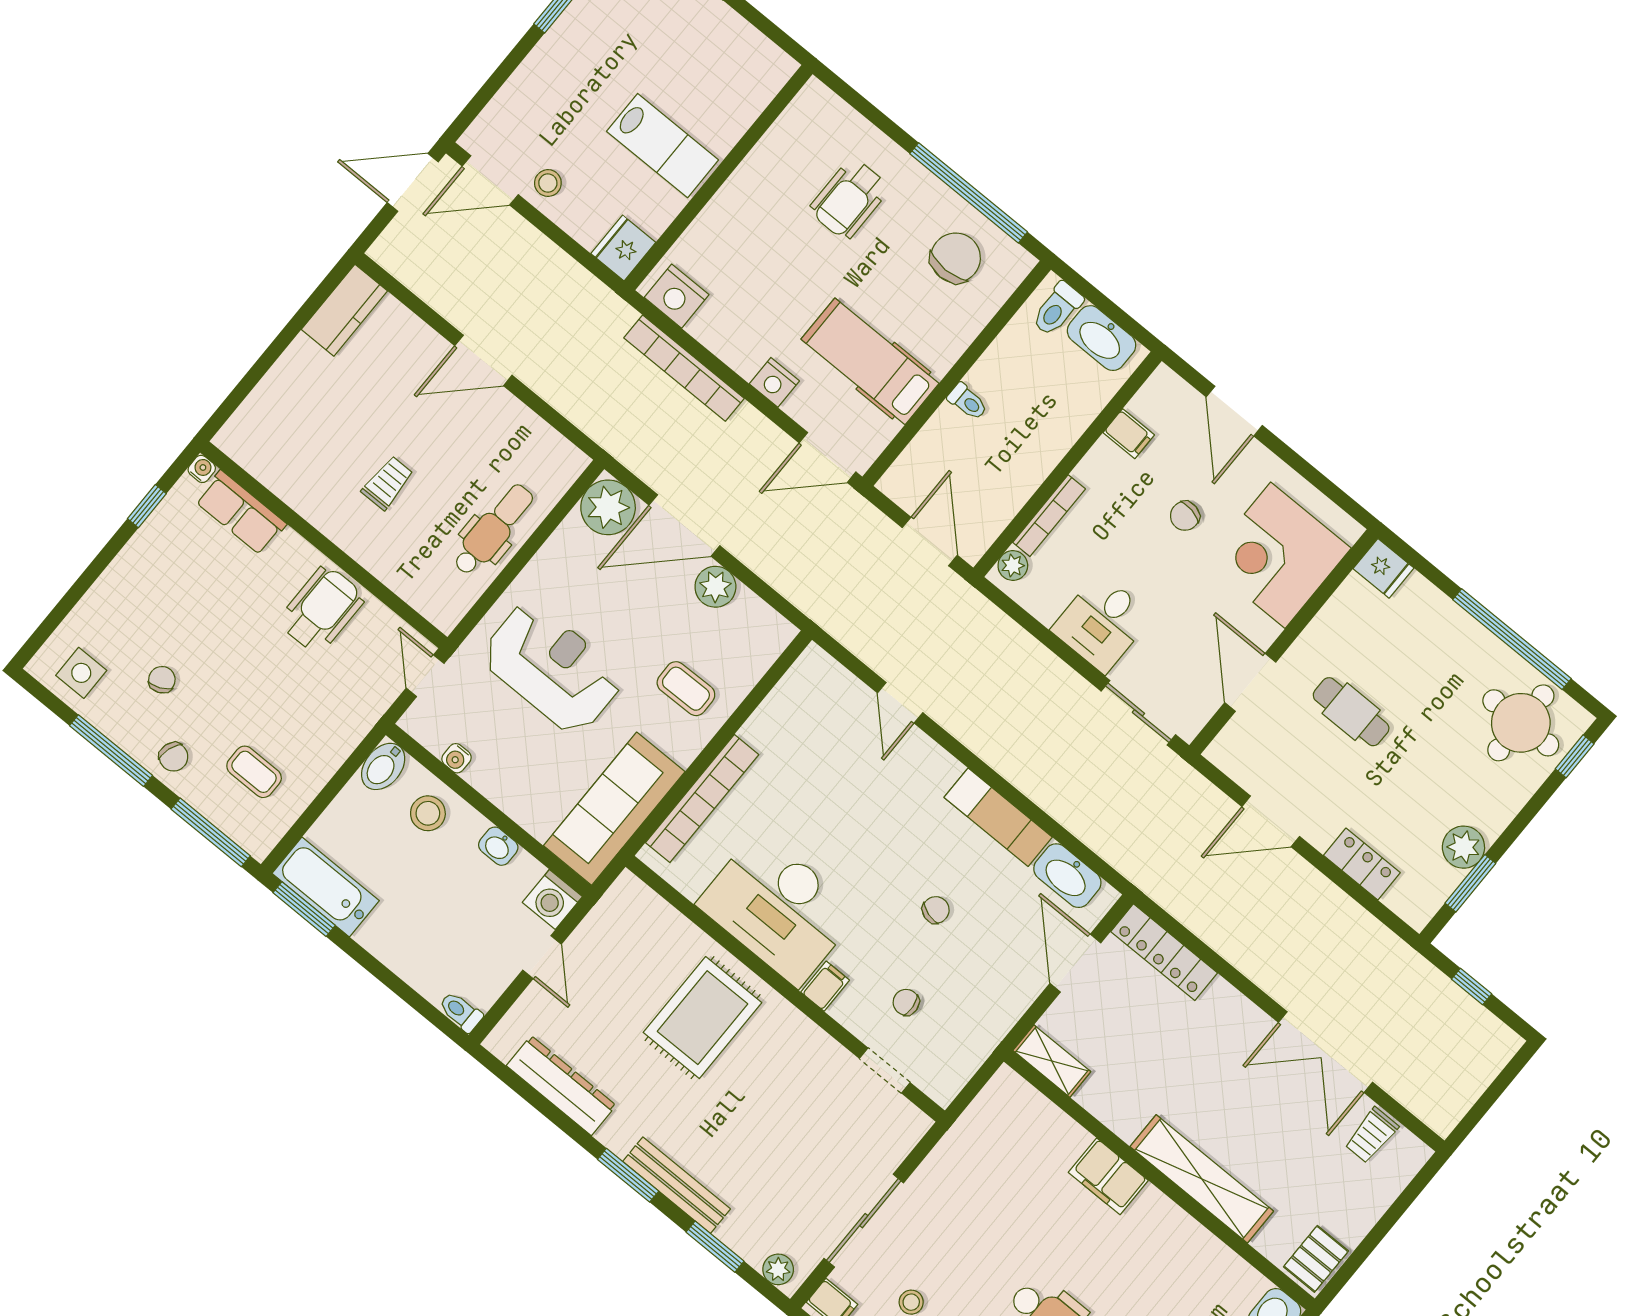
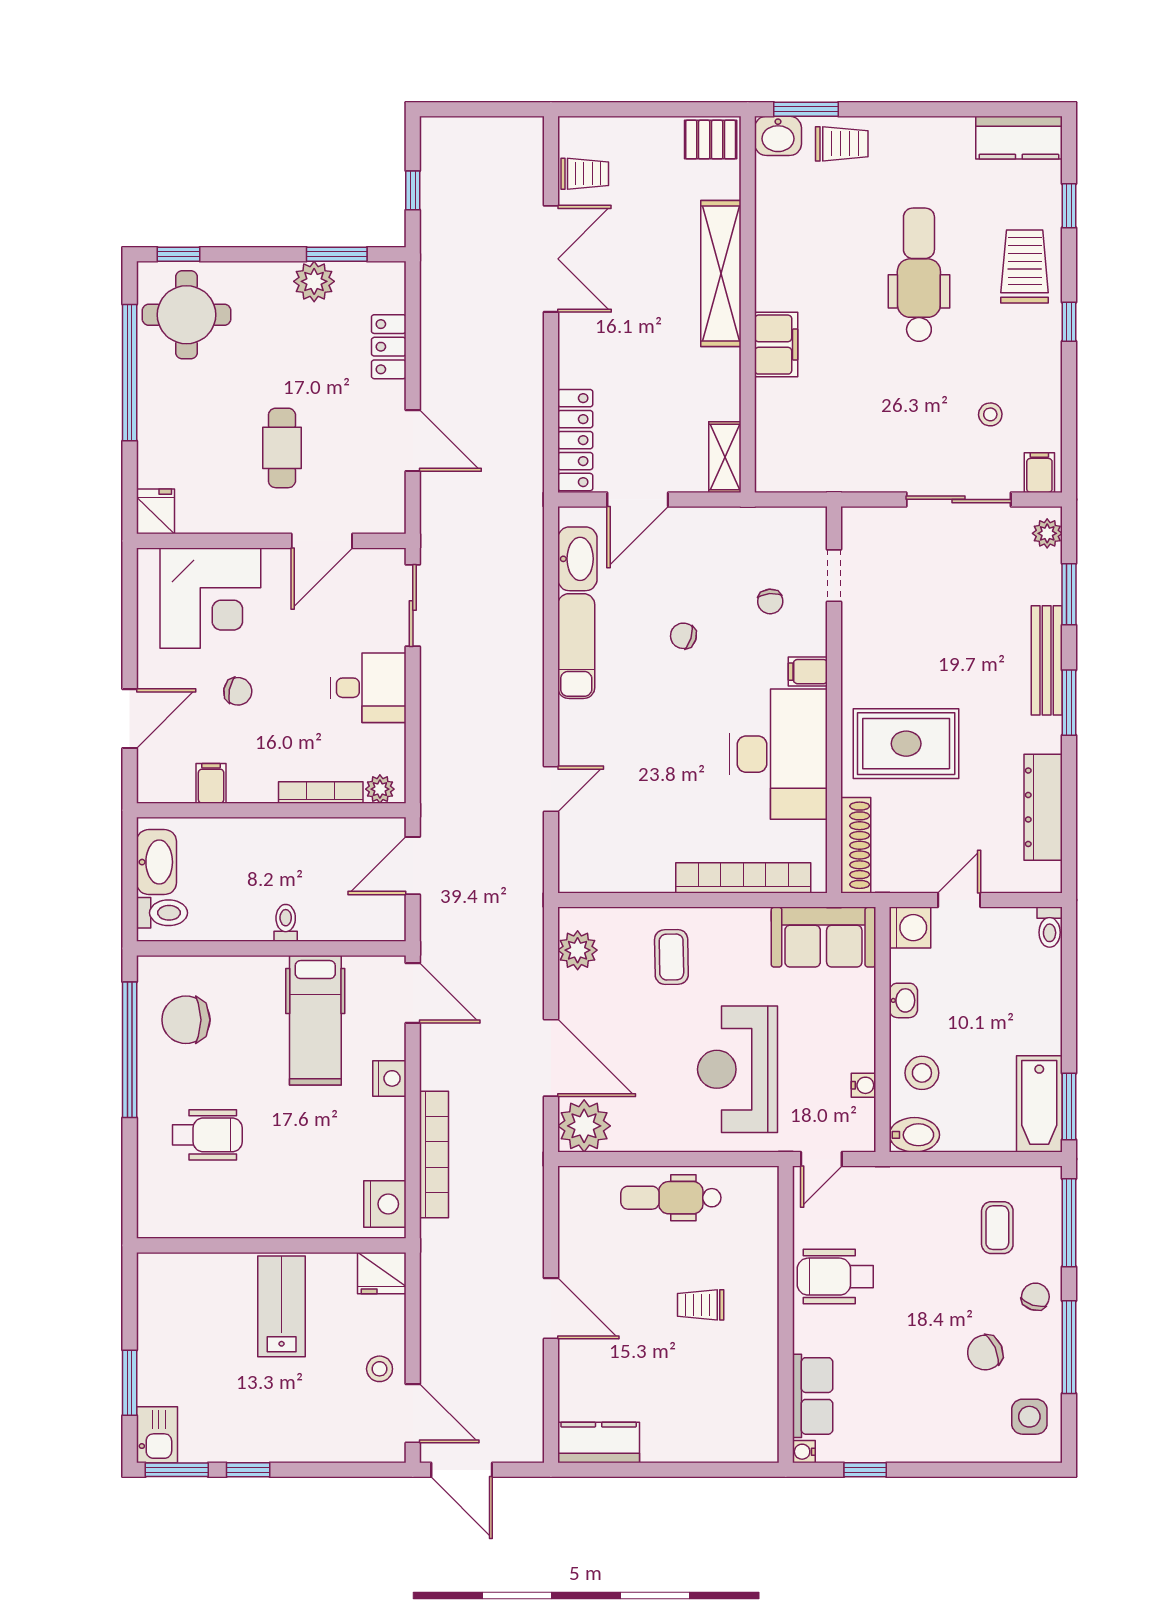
plant: (715, 587) -> (578, 950), moved
chair: (162, 680) -> (985, 1353), width x1.37, depth x1.37
sofa: (614, 809) -> (823, 937), width x0.73
shoe rack: (654, 910) -> (856, 845), added

